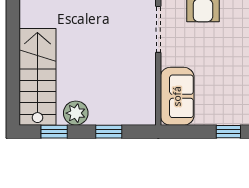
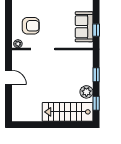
sofa: (177, 96) -> (84, 27), moved, turned -90
window: (228, 132) -> (96, 30), moved

